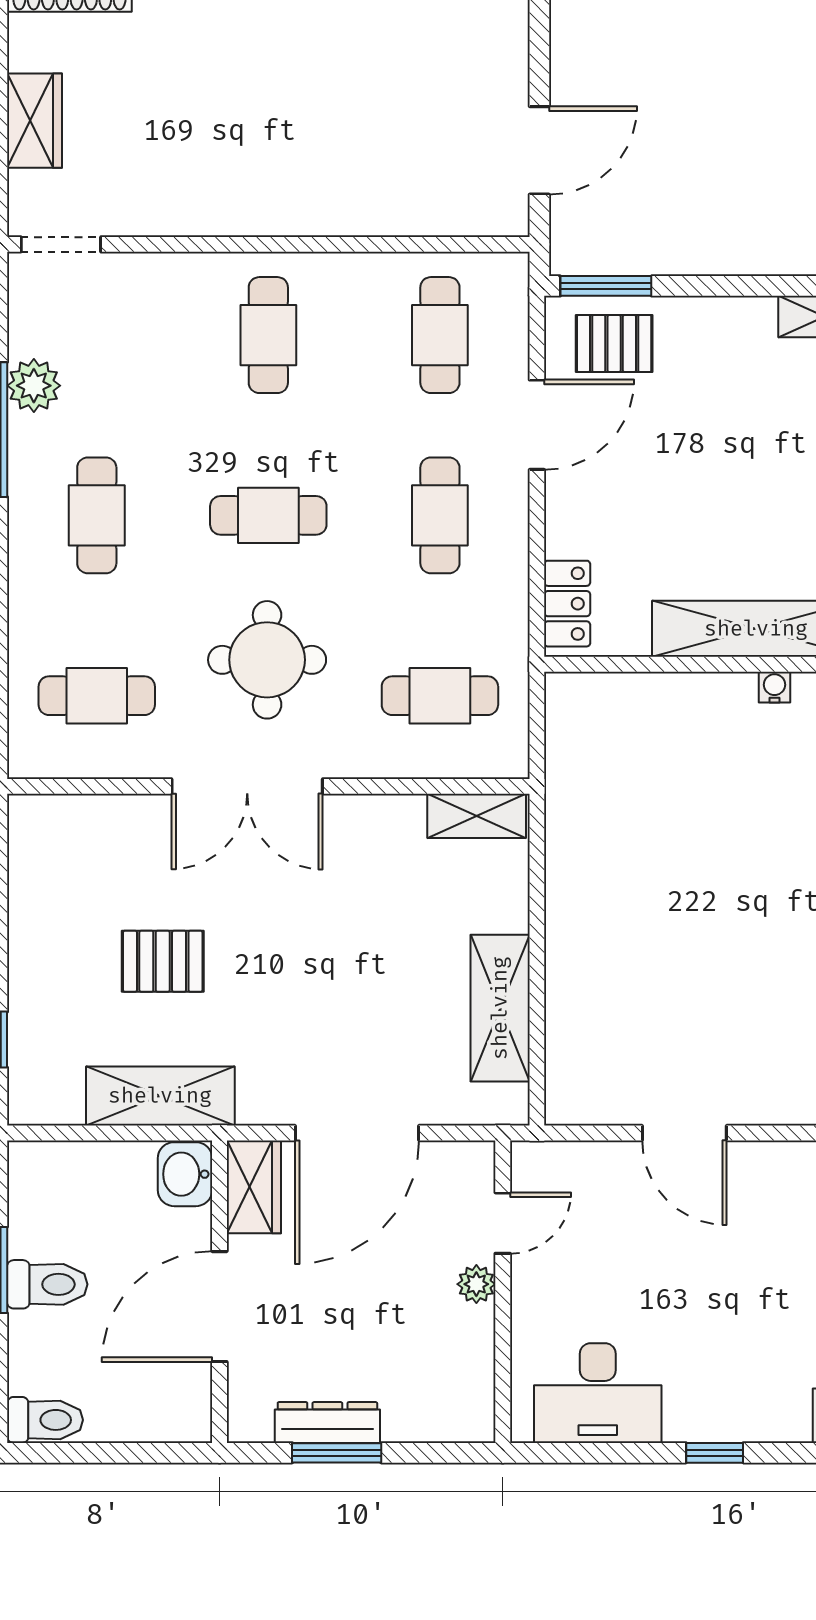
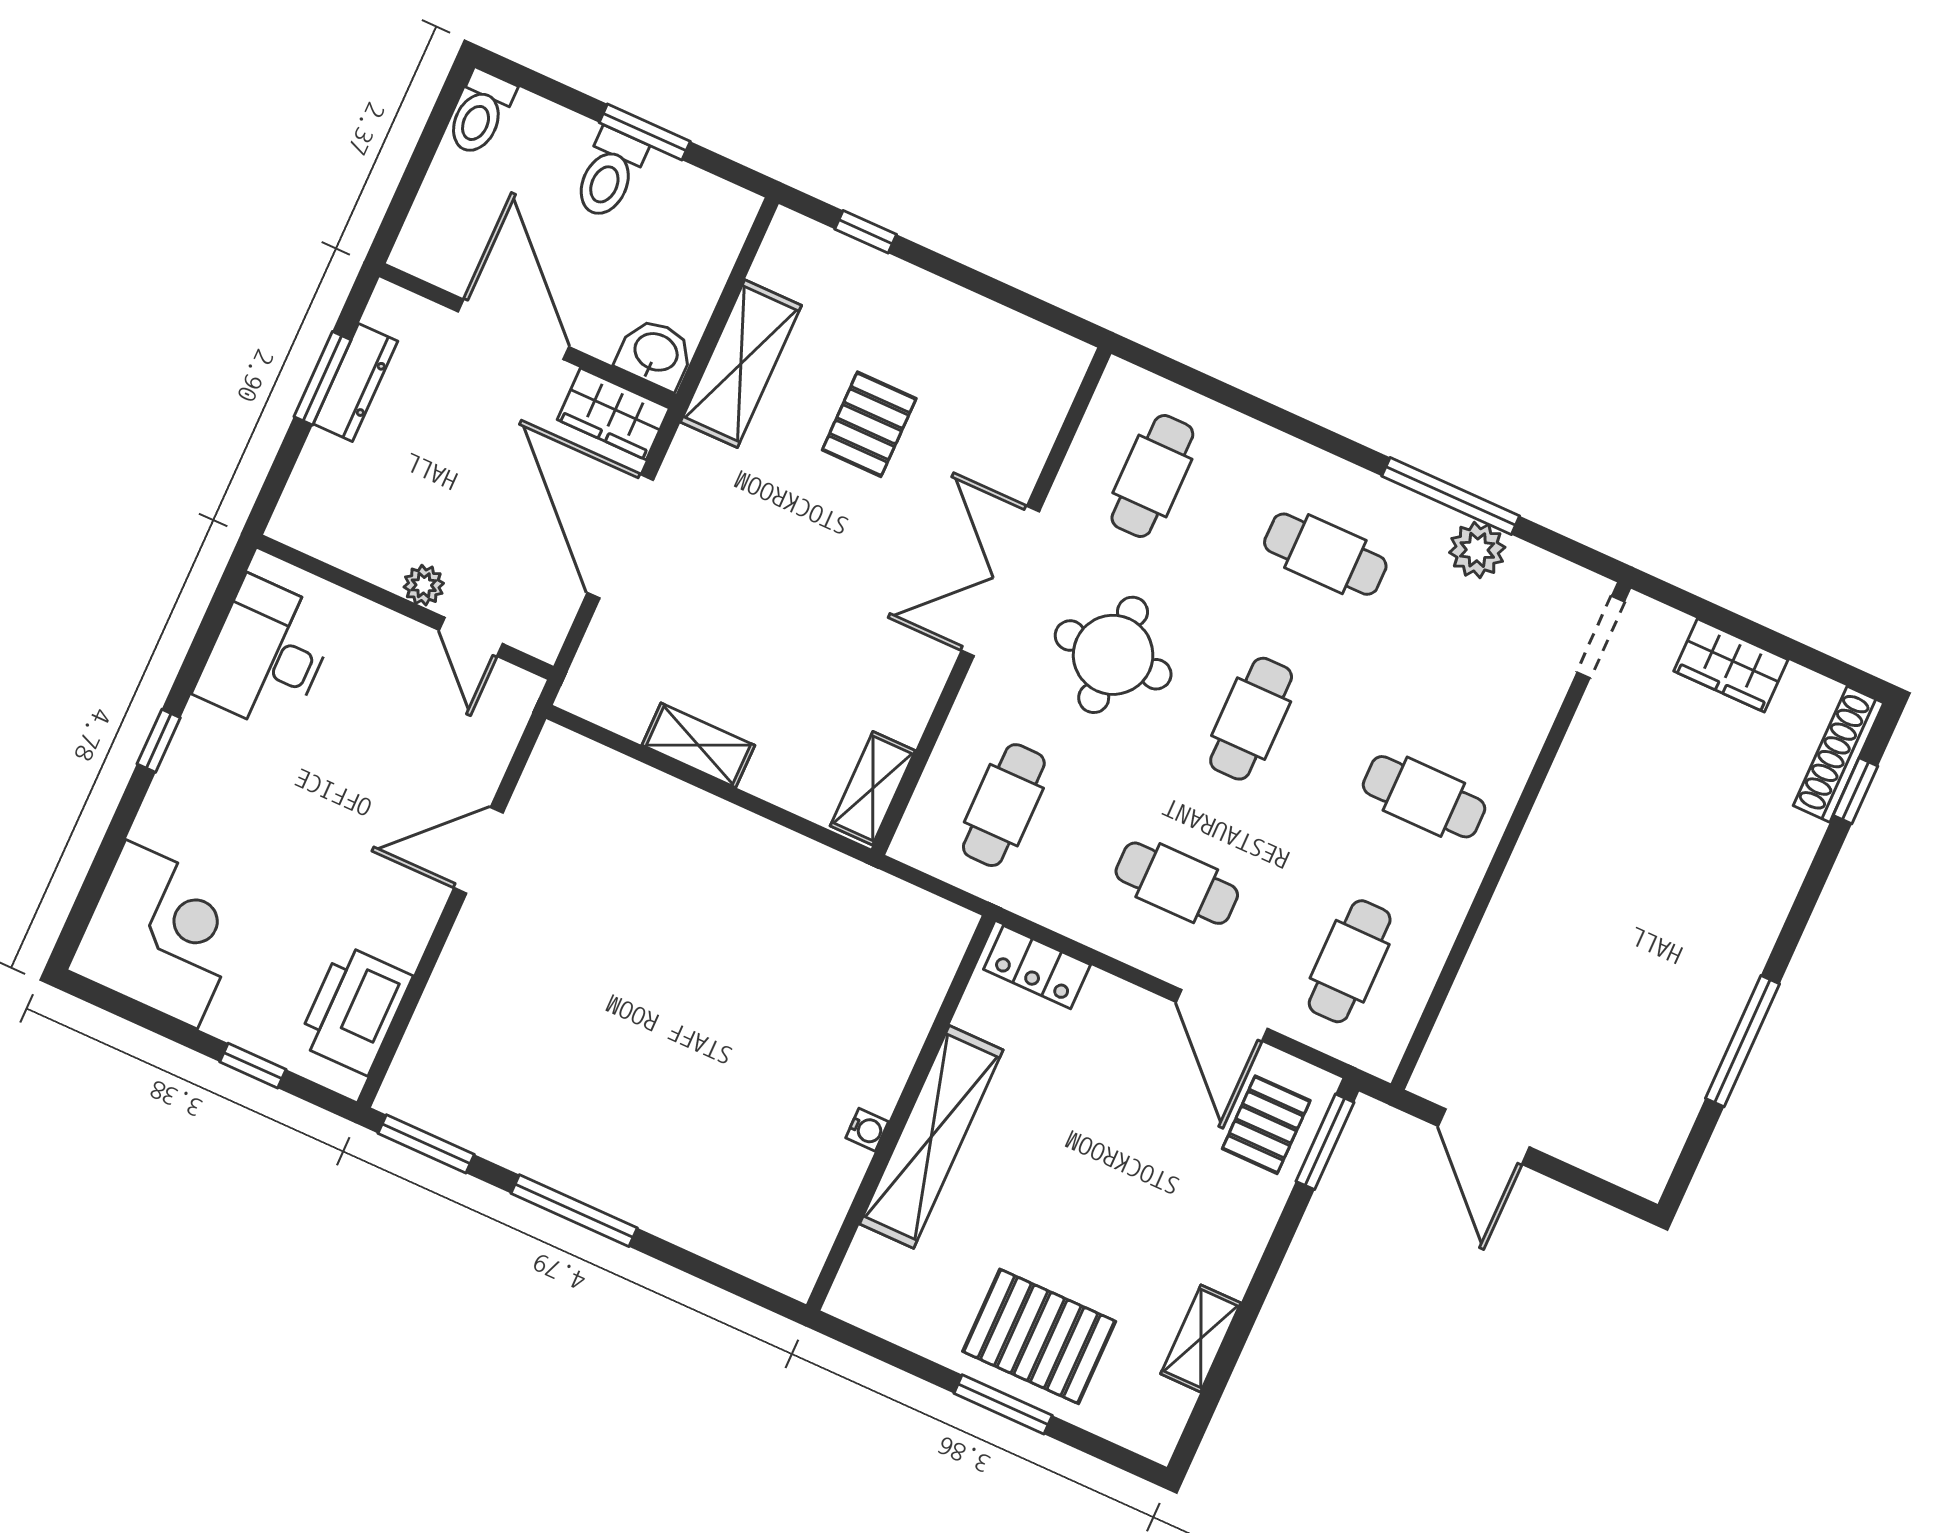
cafe table: (440, 335) -> (1350, 961), turned 90
shelving: (500, 1008) -> (698, 745), width x0.67, depth x0.75

